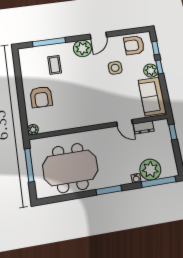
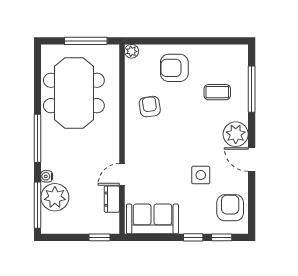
plant: (151, 71) -> (190, 224), removed
armchair: (72, 110) -> (150, 107), added
window: (109, 190) -> (38, 138), width x1.44

